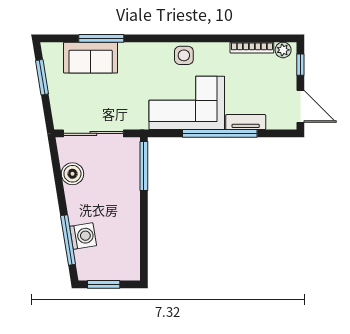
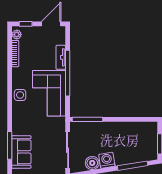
washing machine: (83, 236) -> (107, 160), moved

